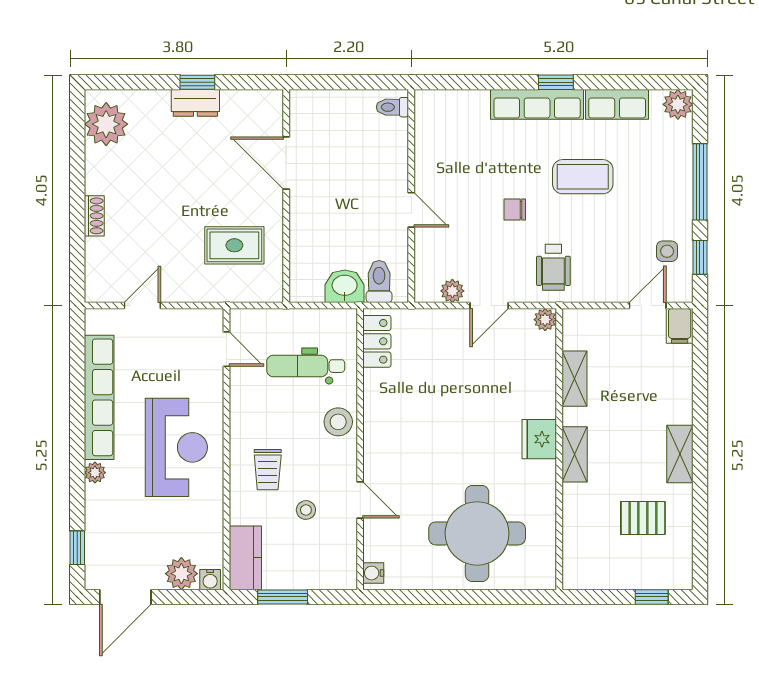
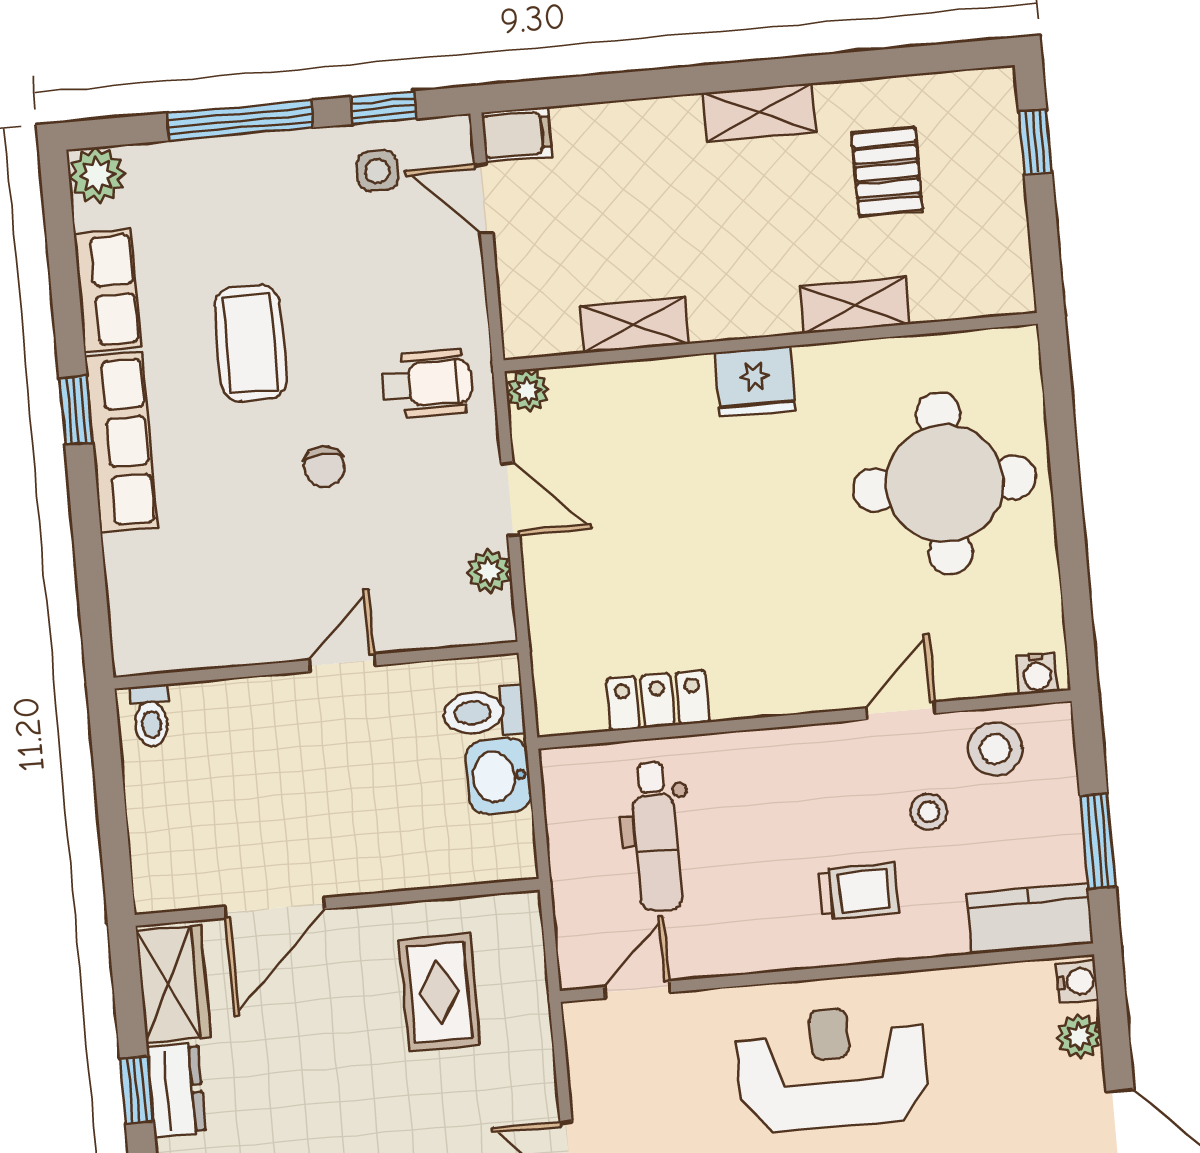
wardrobe: (251, 106) -> (173, 984), added
locker: (377, 341) -> (658, 700), moved
stool: (338, 422) -> (995, 749), moved
shelving: (575, 454) -> (855, 305), moved
plant: (181, 574) -> (1079, 1036), width x0.73, depth x0.73

